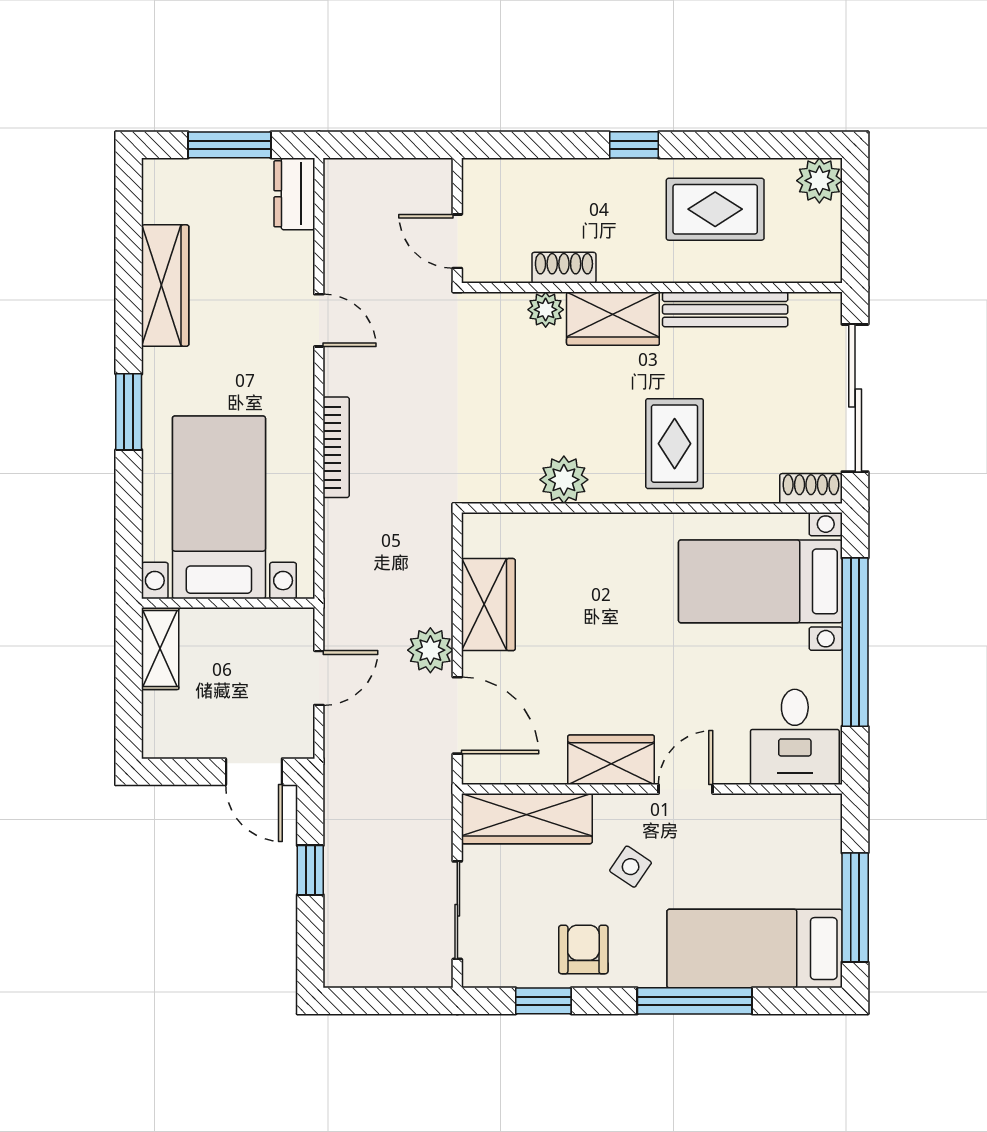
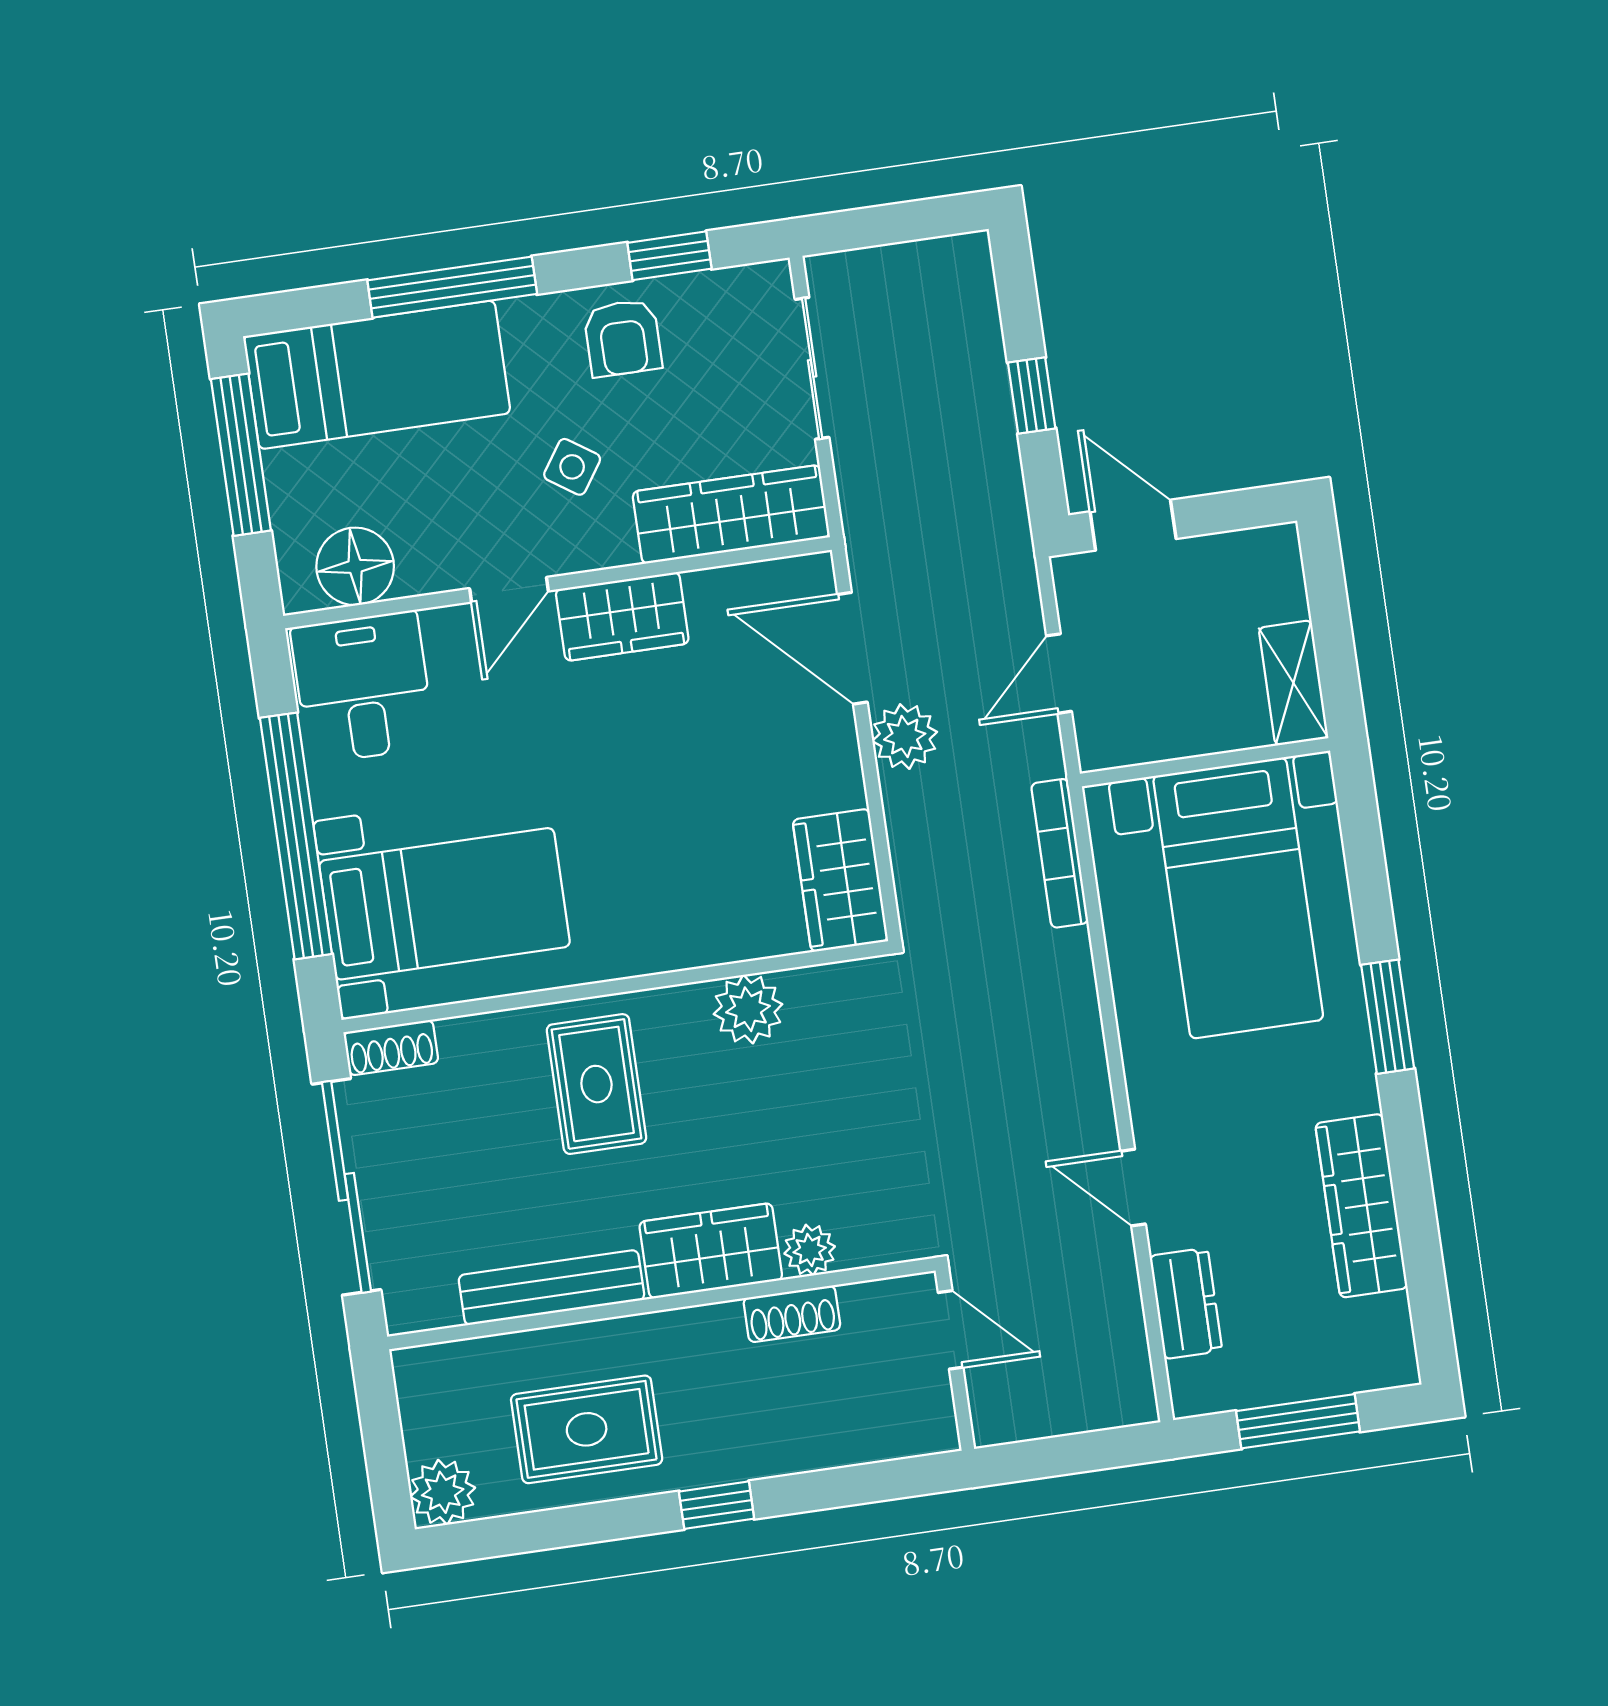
dresser: (294, 194) -> (1186, 1303), moved
bookcase: (336, 447) -> (1060, 853), moved
wardrobe: (488, 605) -> (840, 880), moved
floor lamp: (788, 820) -> (355, 566), added

